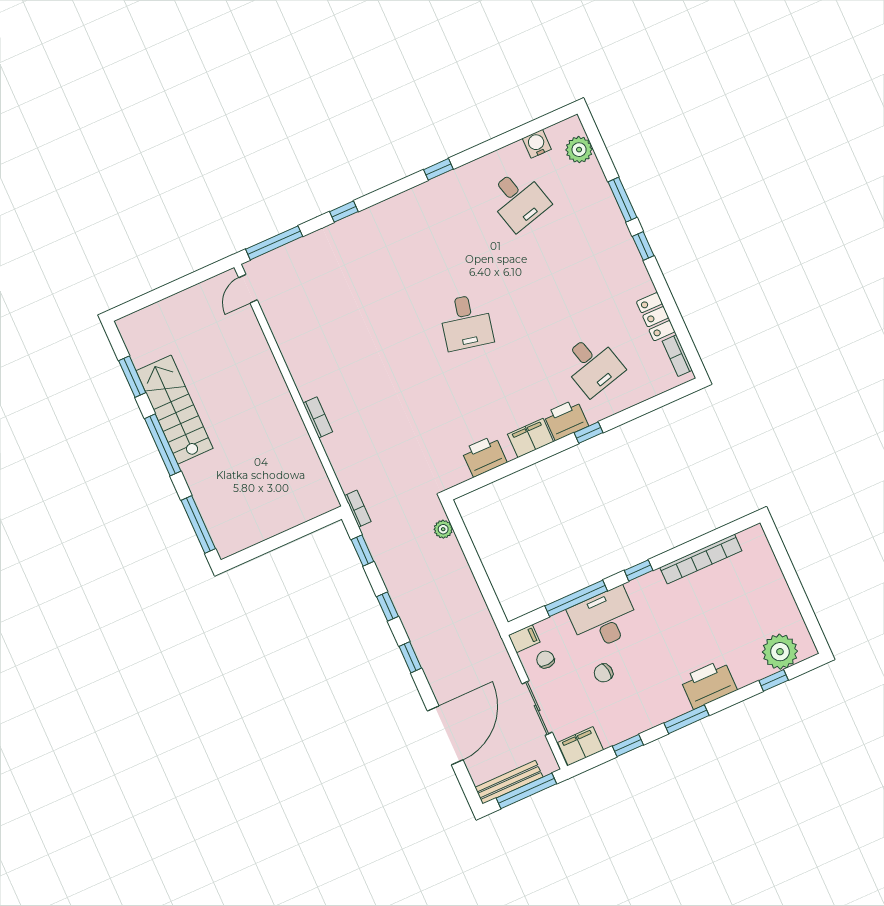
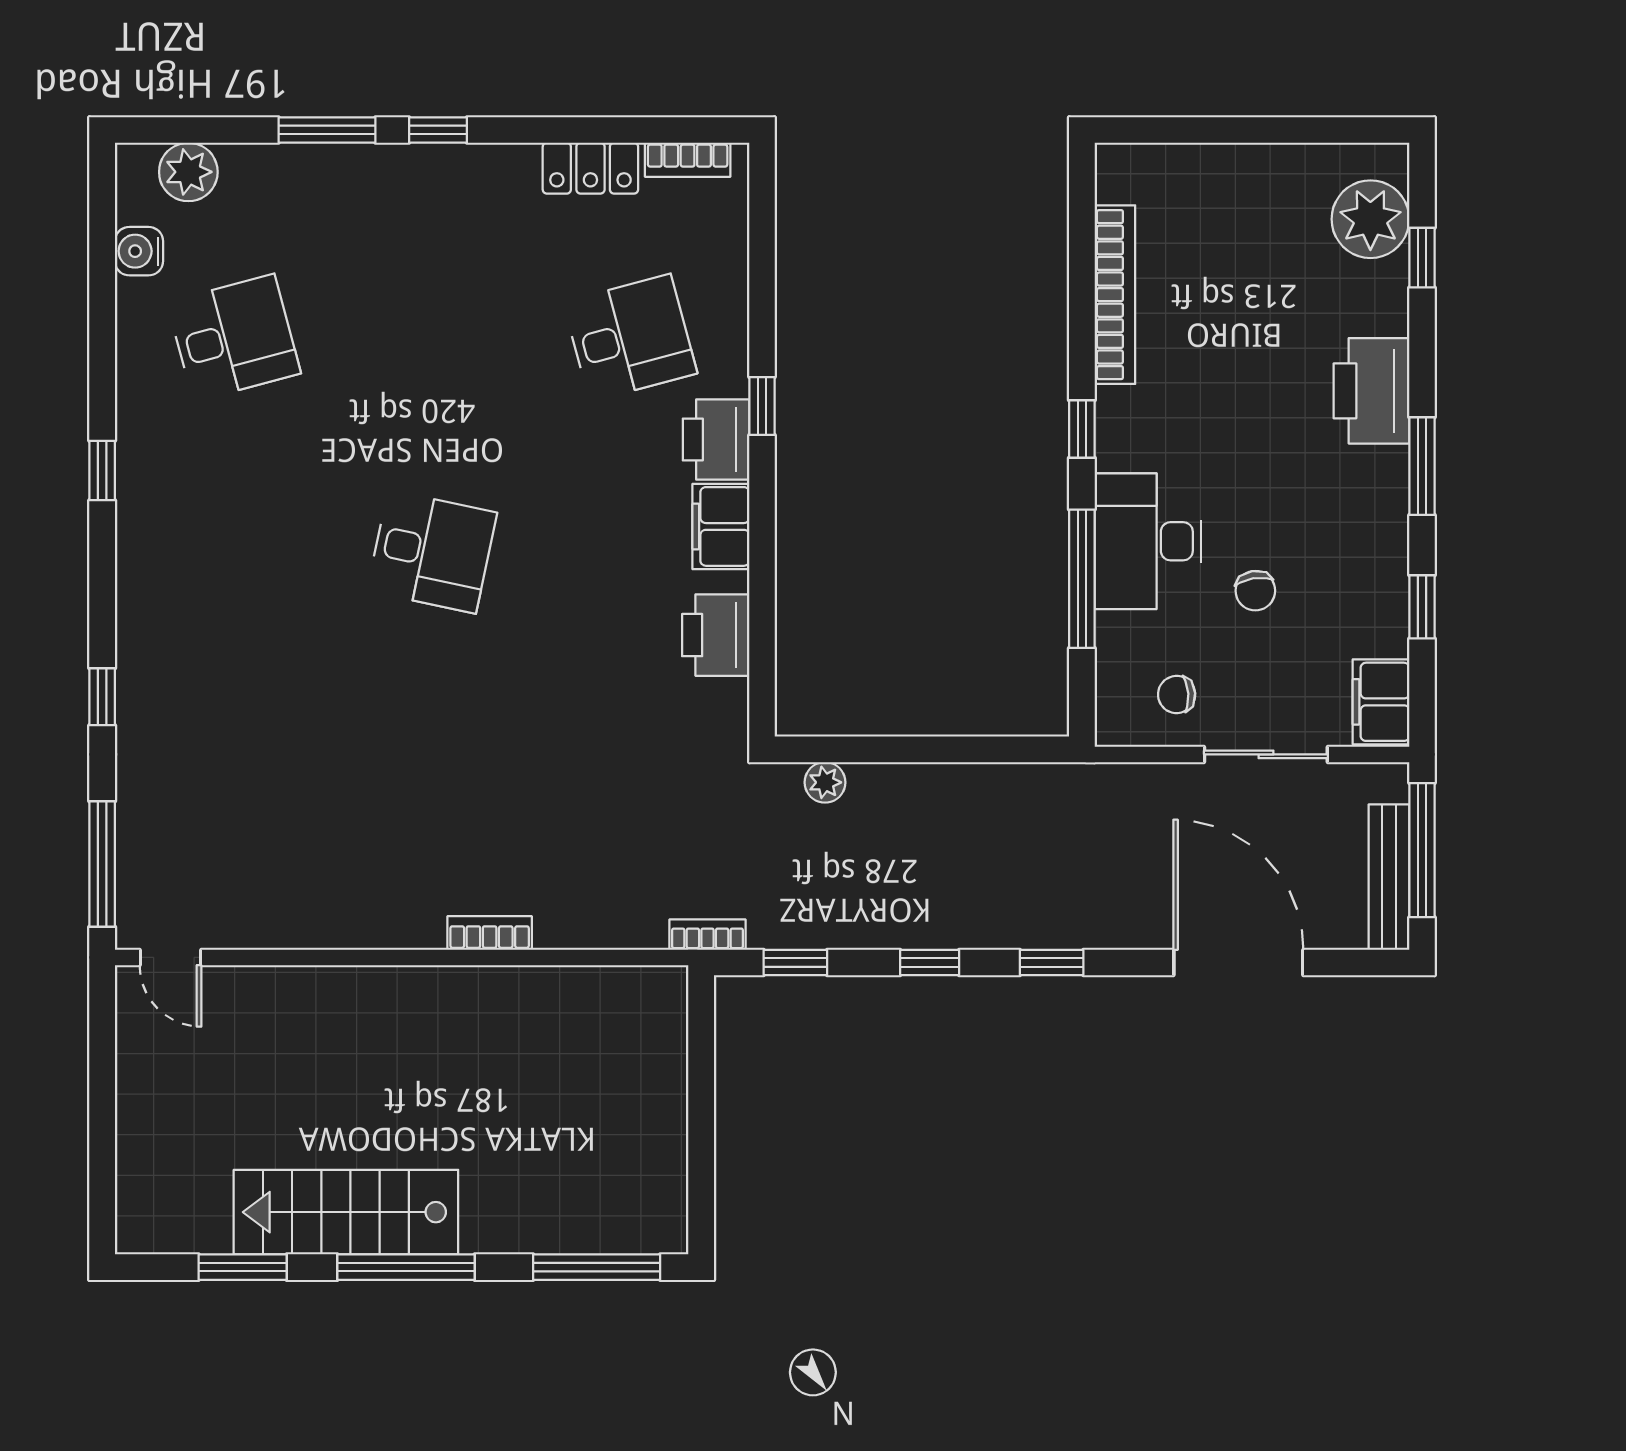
filing cabinet: (524, 639) -> (1116, 718), removed

